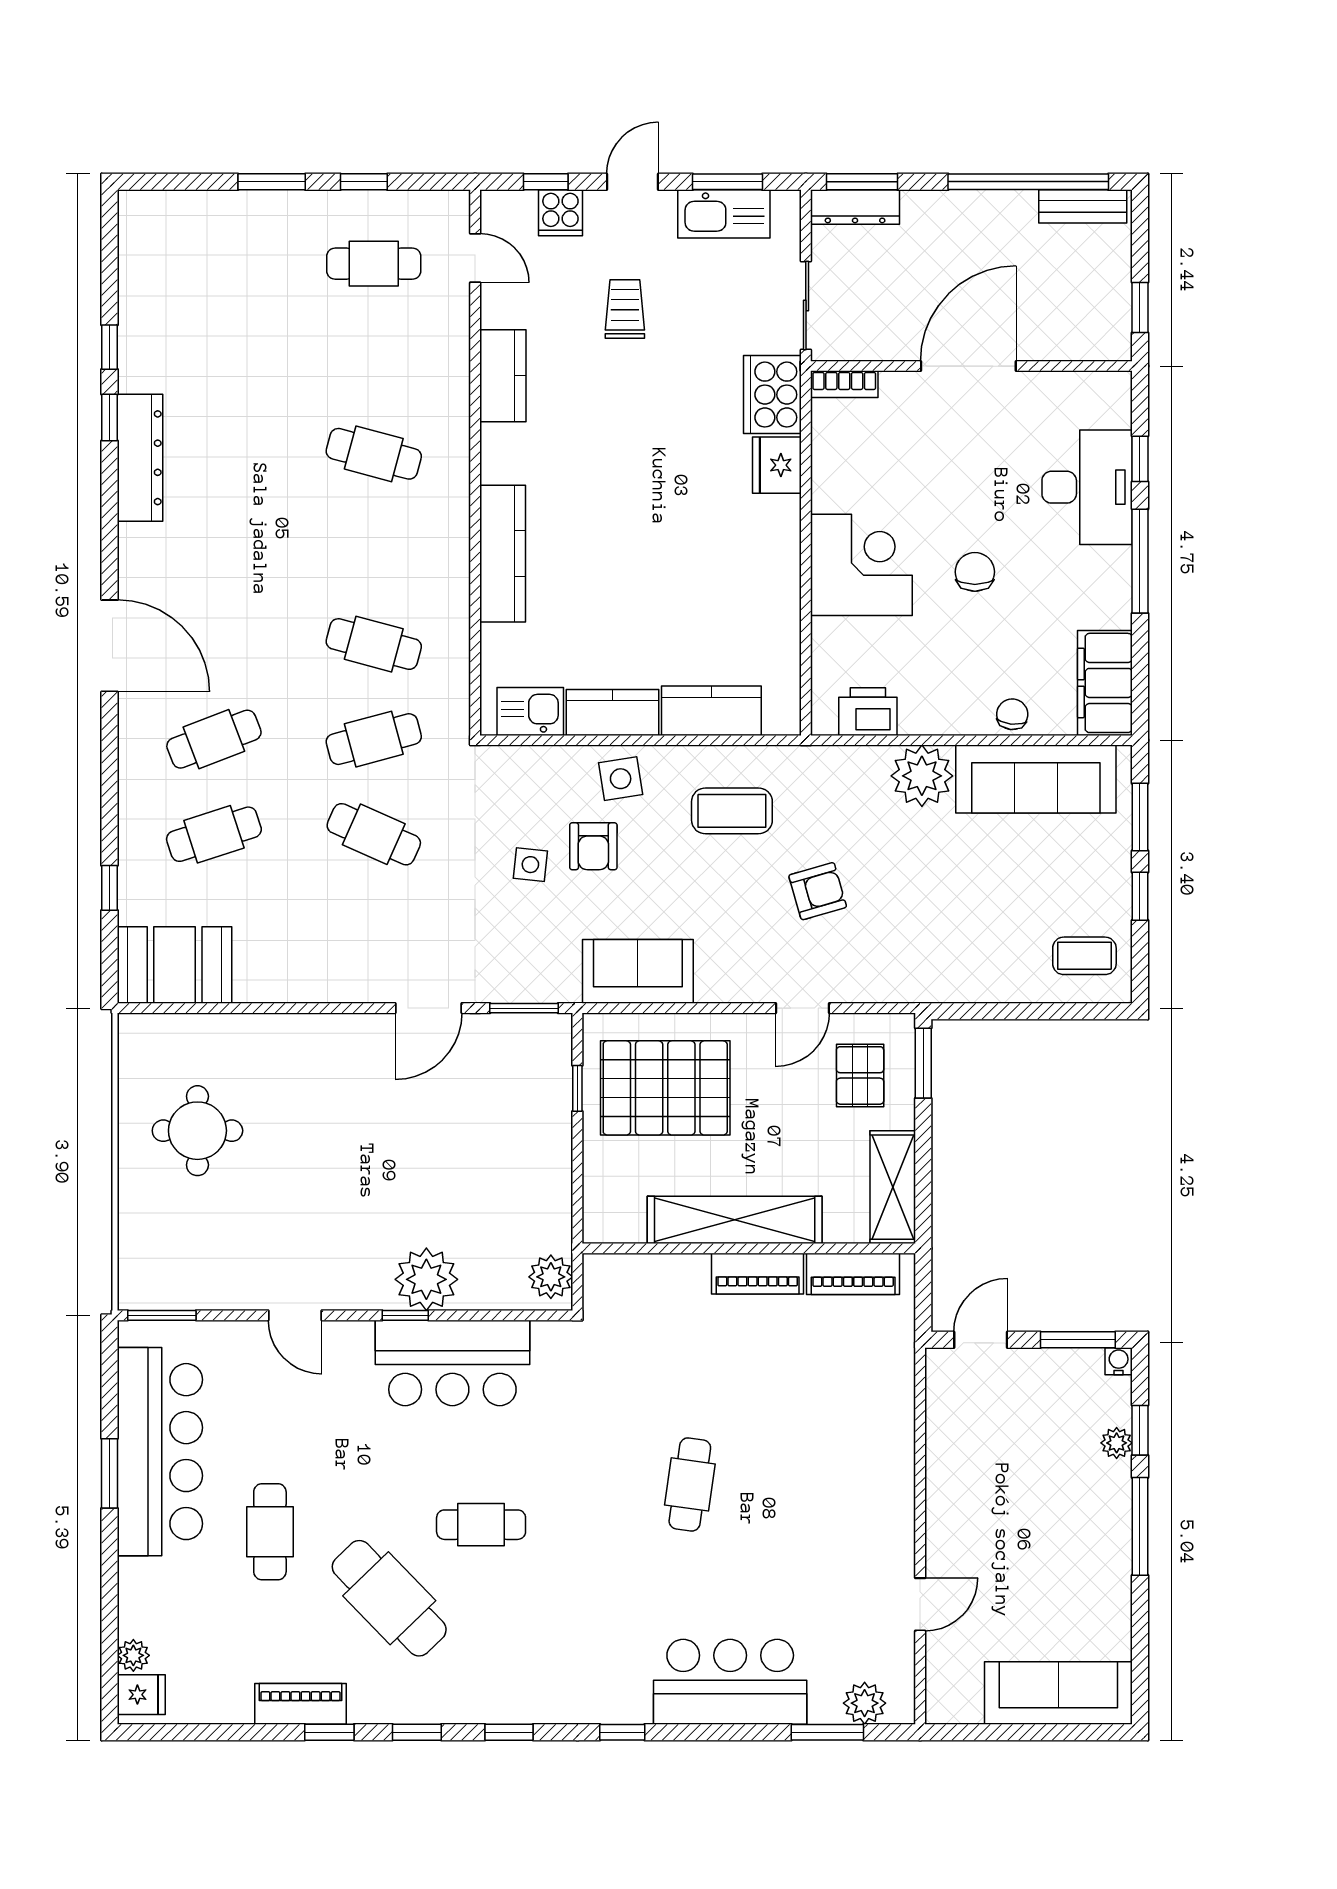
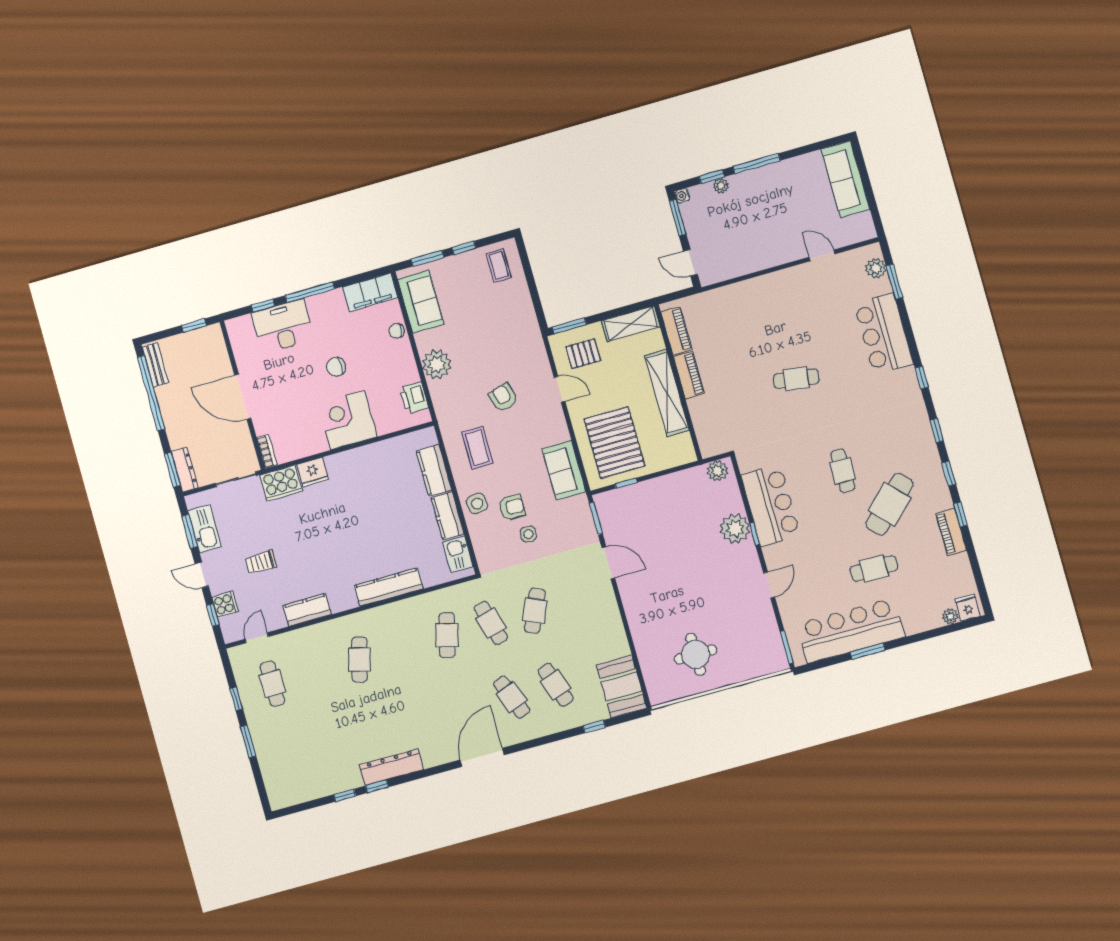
sofa: (1036, 779) -> (421, 302), width x0.73

